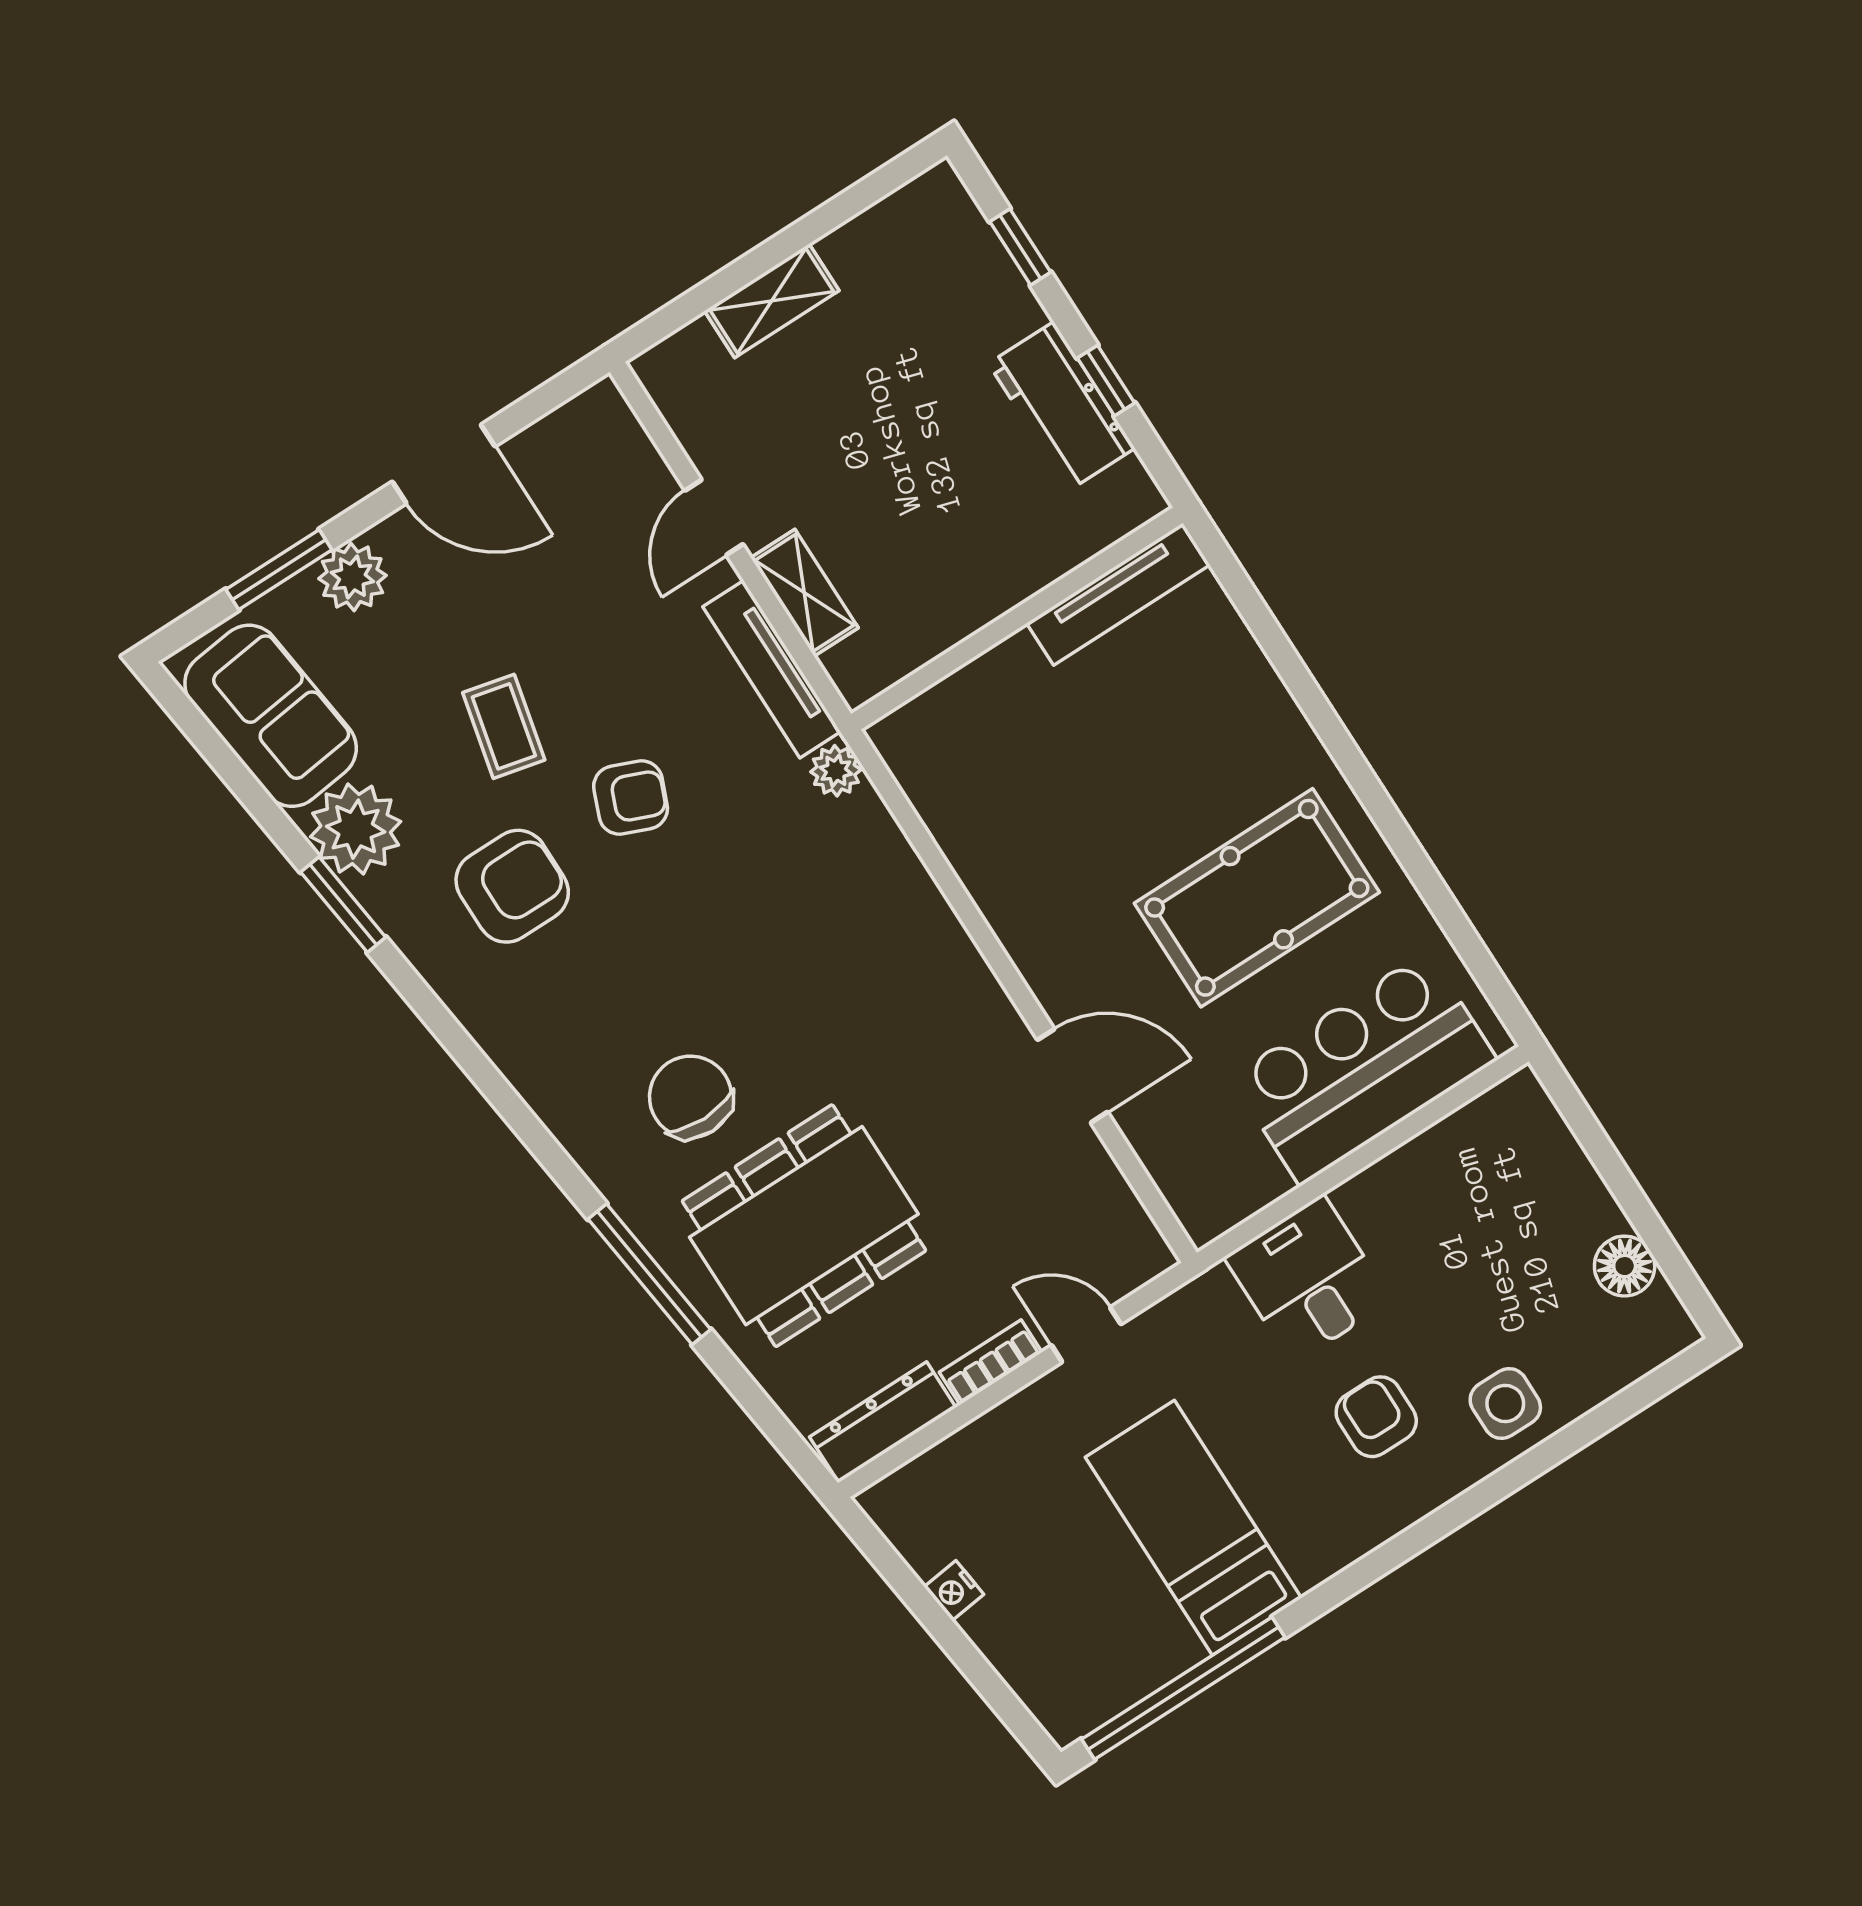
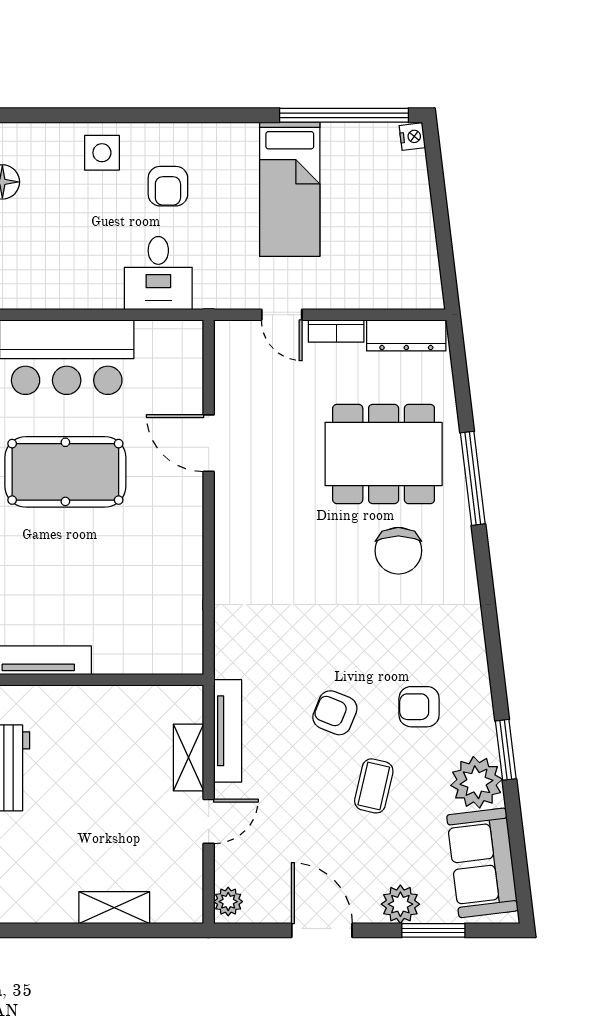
plant: (836, 771) -> (228, 902), moved
armchair: (512, 886) -> (419, 707), width x0.72, depth x0.72
nightstand: (954, 1591) -> (412, 137), moved

